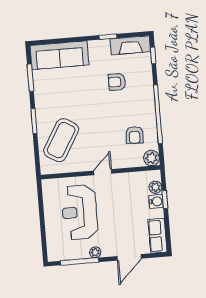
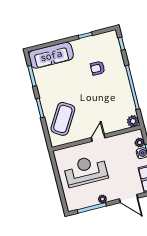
fireplace: (130, 45) -> (103, 39), removed
armchair: (135, 135) -> (117, 106), removed
reception desk: (80, 212) -> (86, 171), turned 90
door: (129, 257) -> (129, 199), hinge flipped

